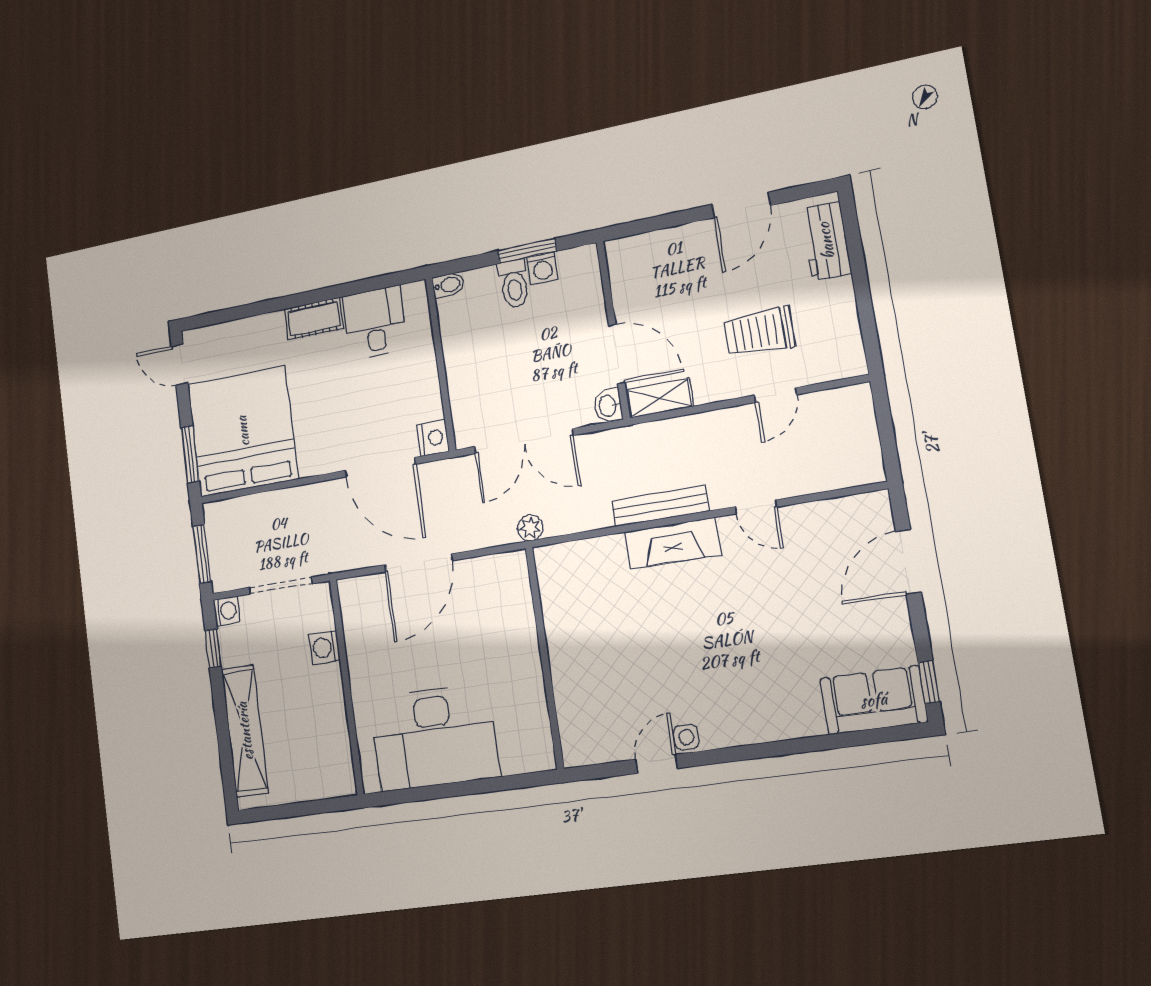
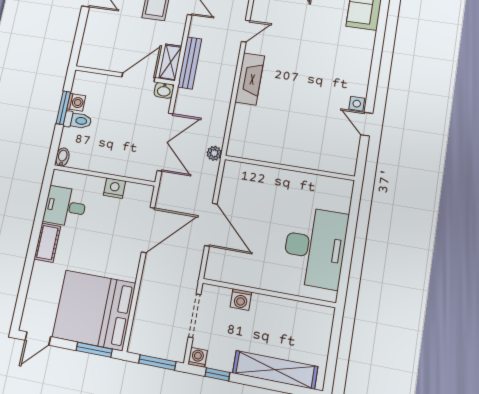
nightstand: (433, 438) -> (114, 188), moved
bench: (660, 506) -> (190, 63), moved

